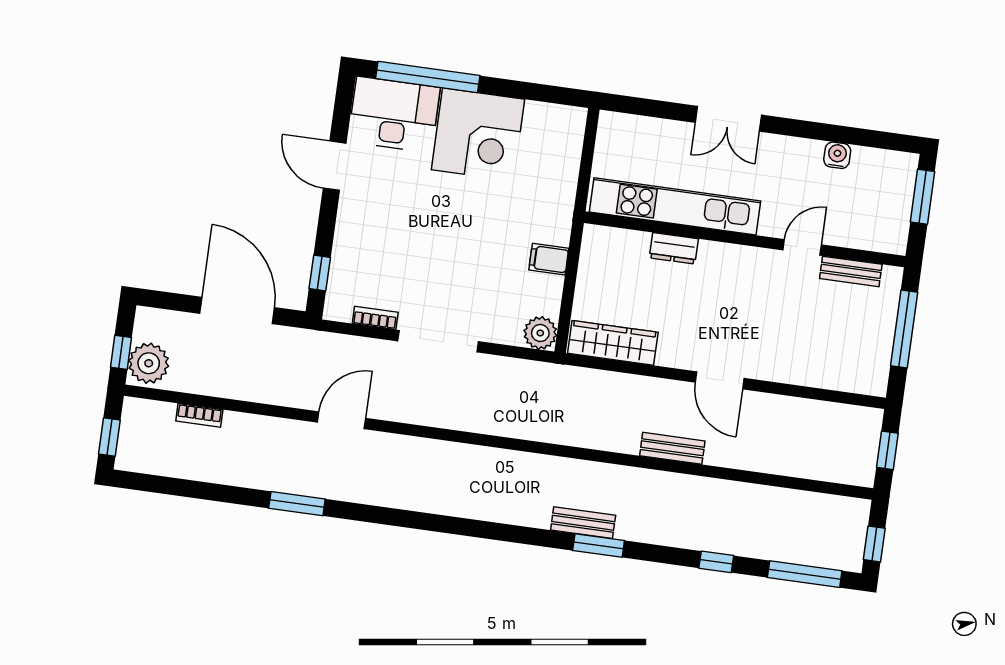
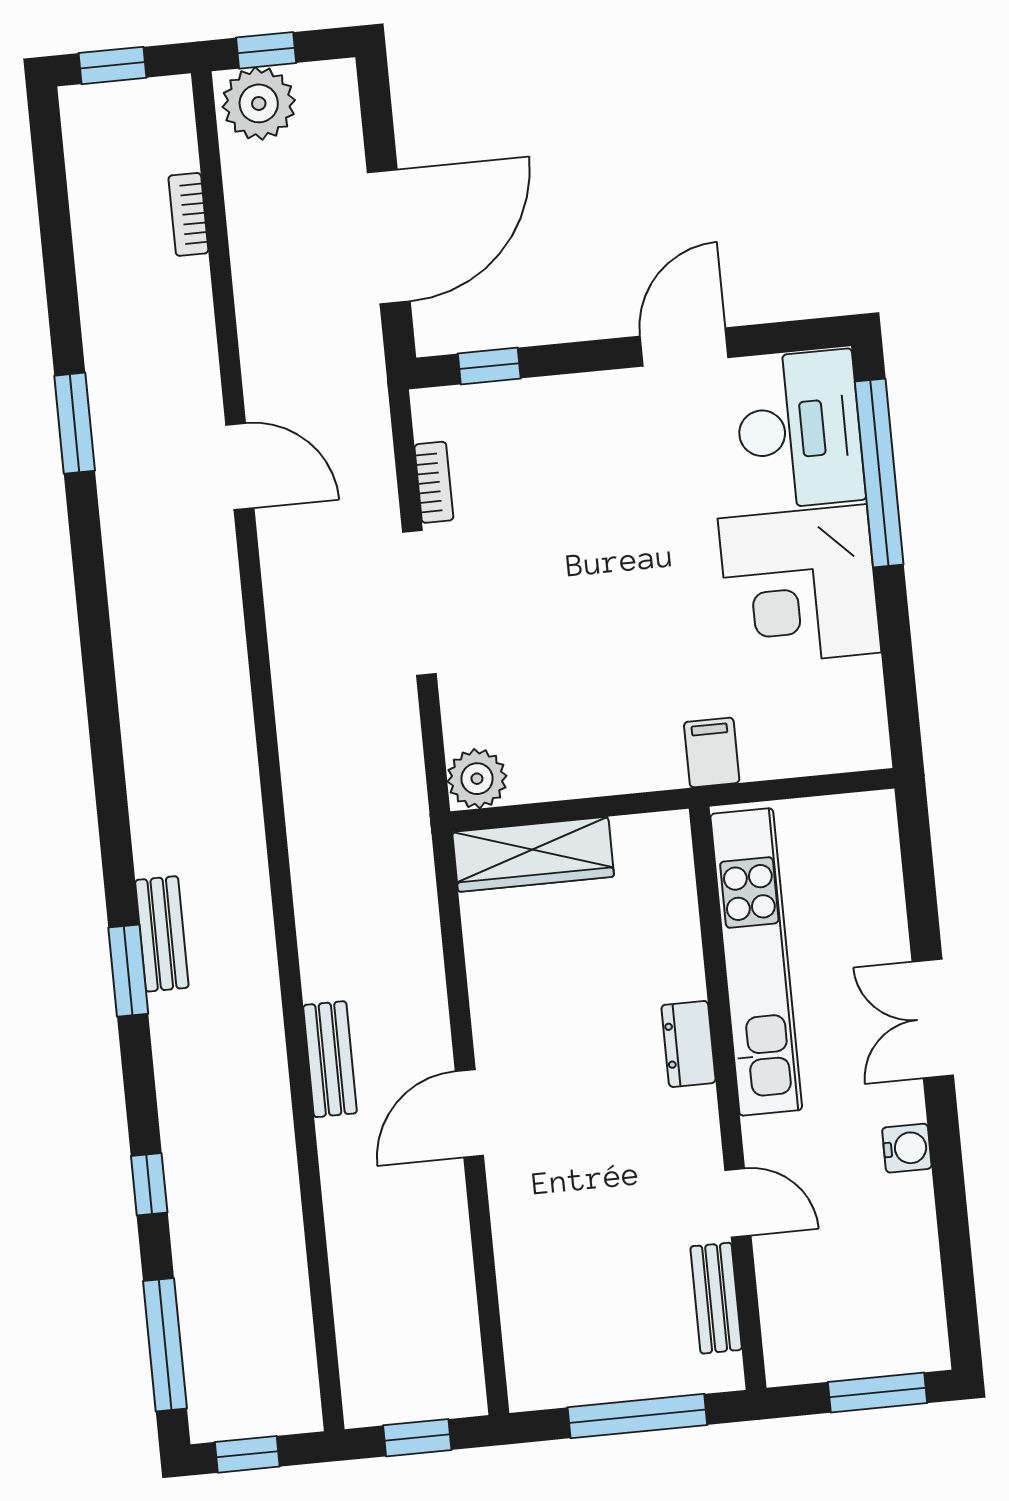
water cooler: (837, 155) -> (907, 1148), moved
dresser: (674, 248) -> (688, 1044), moved
filing cabinet: (549, 259) -> (712, 752), moved
wardrobe: (613, 343) -> (533, 854), moved, turned 90

